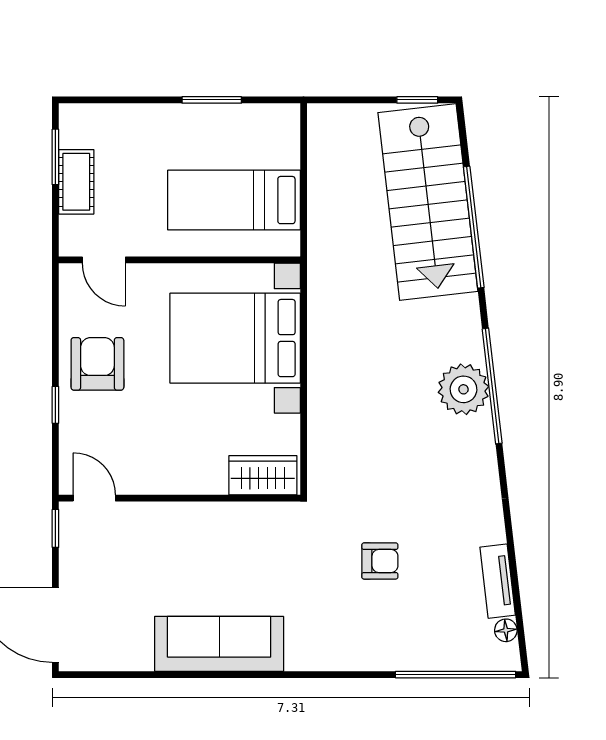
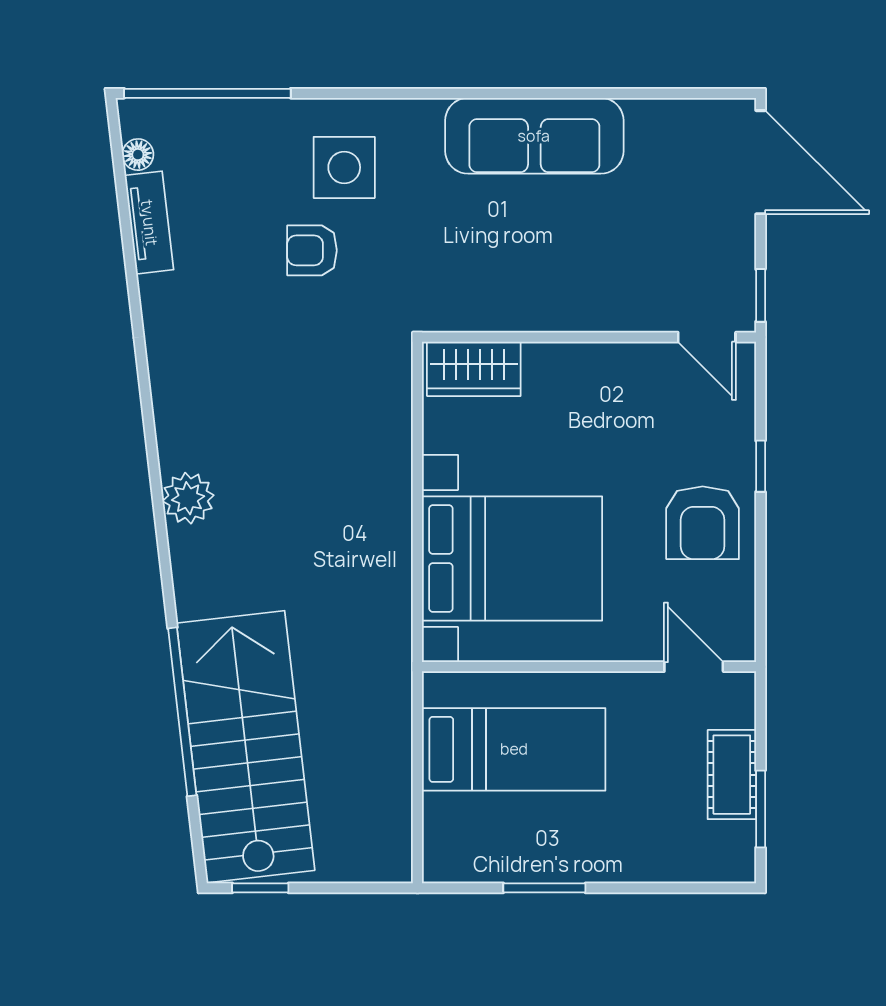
window: (492, 386) -> (157, 492), removed
plant: (463, 389) -> (188, 498), width x0.73, depth x0.73
side table: (357, 621) -> (344, 167), added

